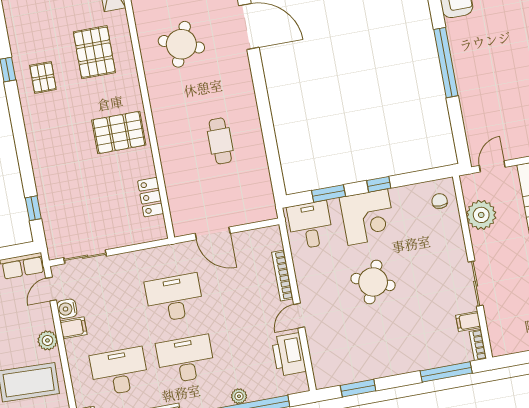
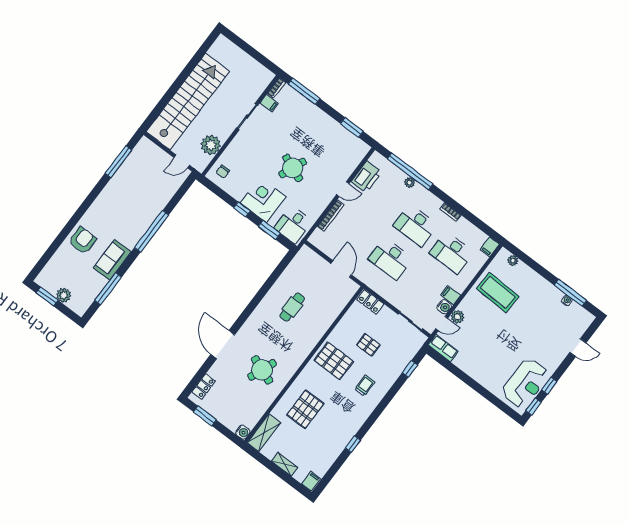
pallet: (43, 77) -> (368, 345), moved, turned 90
trolley: (60, 141) -> (365, 386), added
locker: (151, 197) -> (370, 302), moved, turned 90
plant: (47, 340) -> (458, 317), moved

